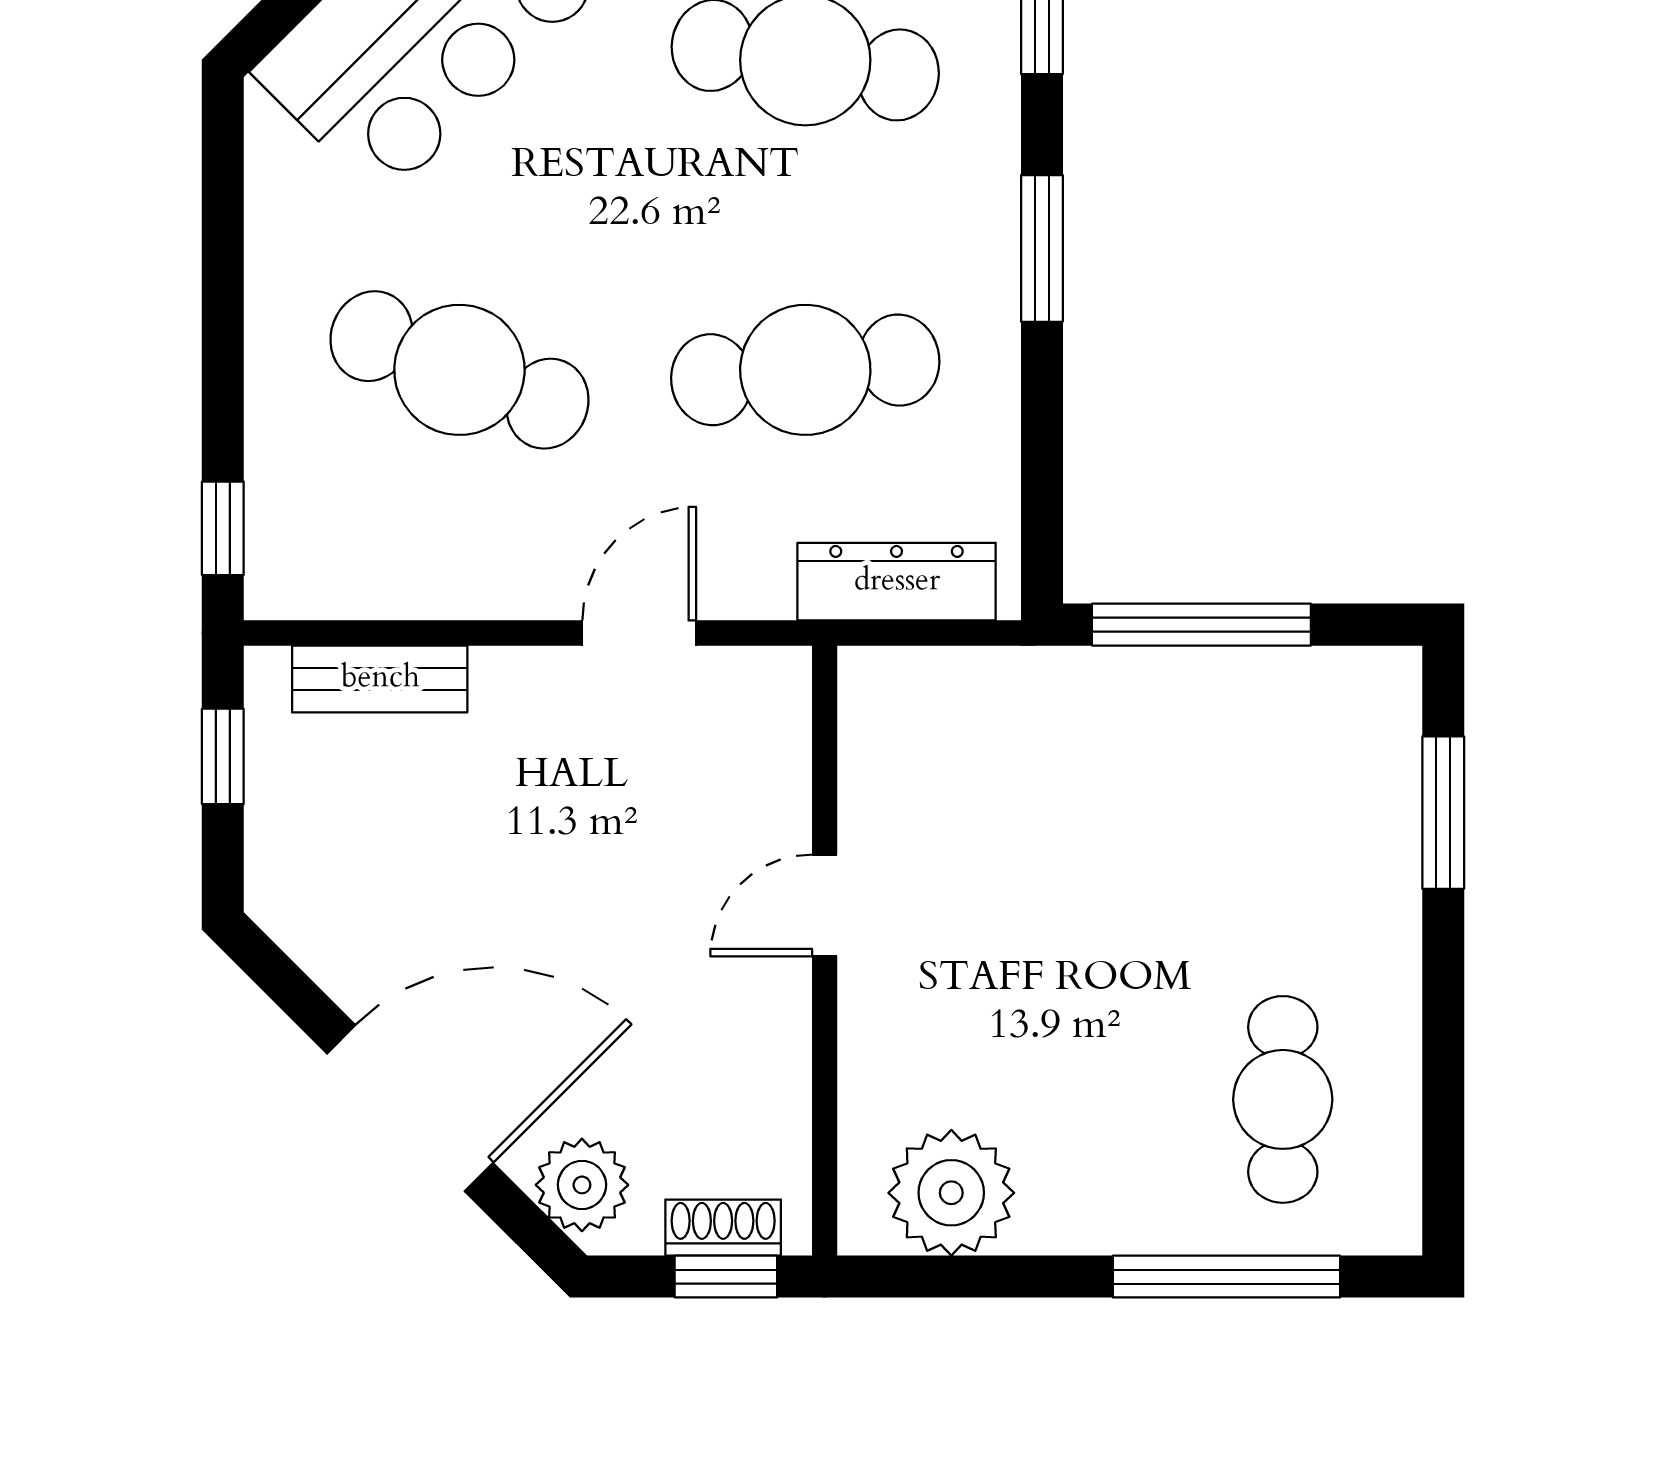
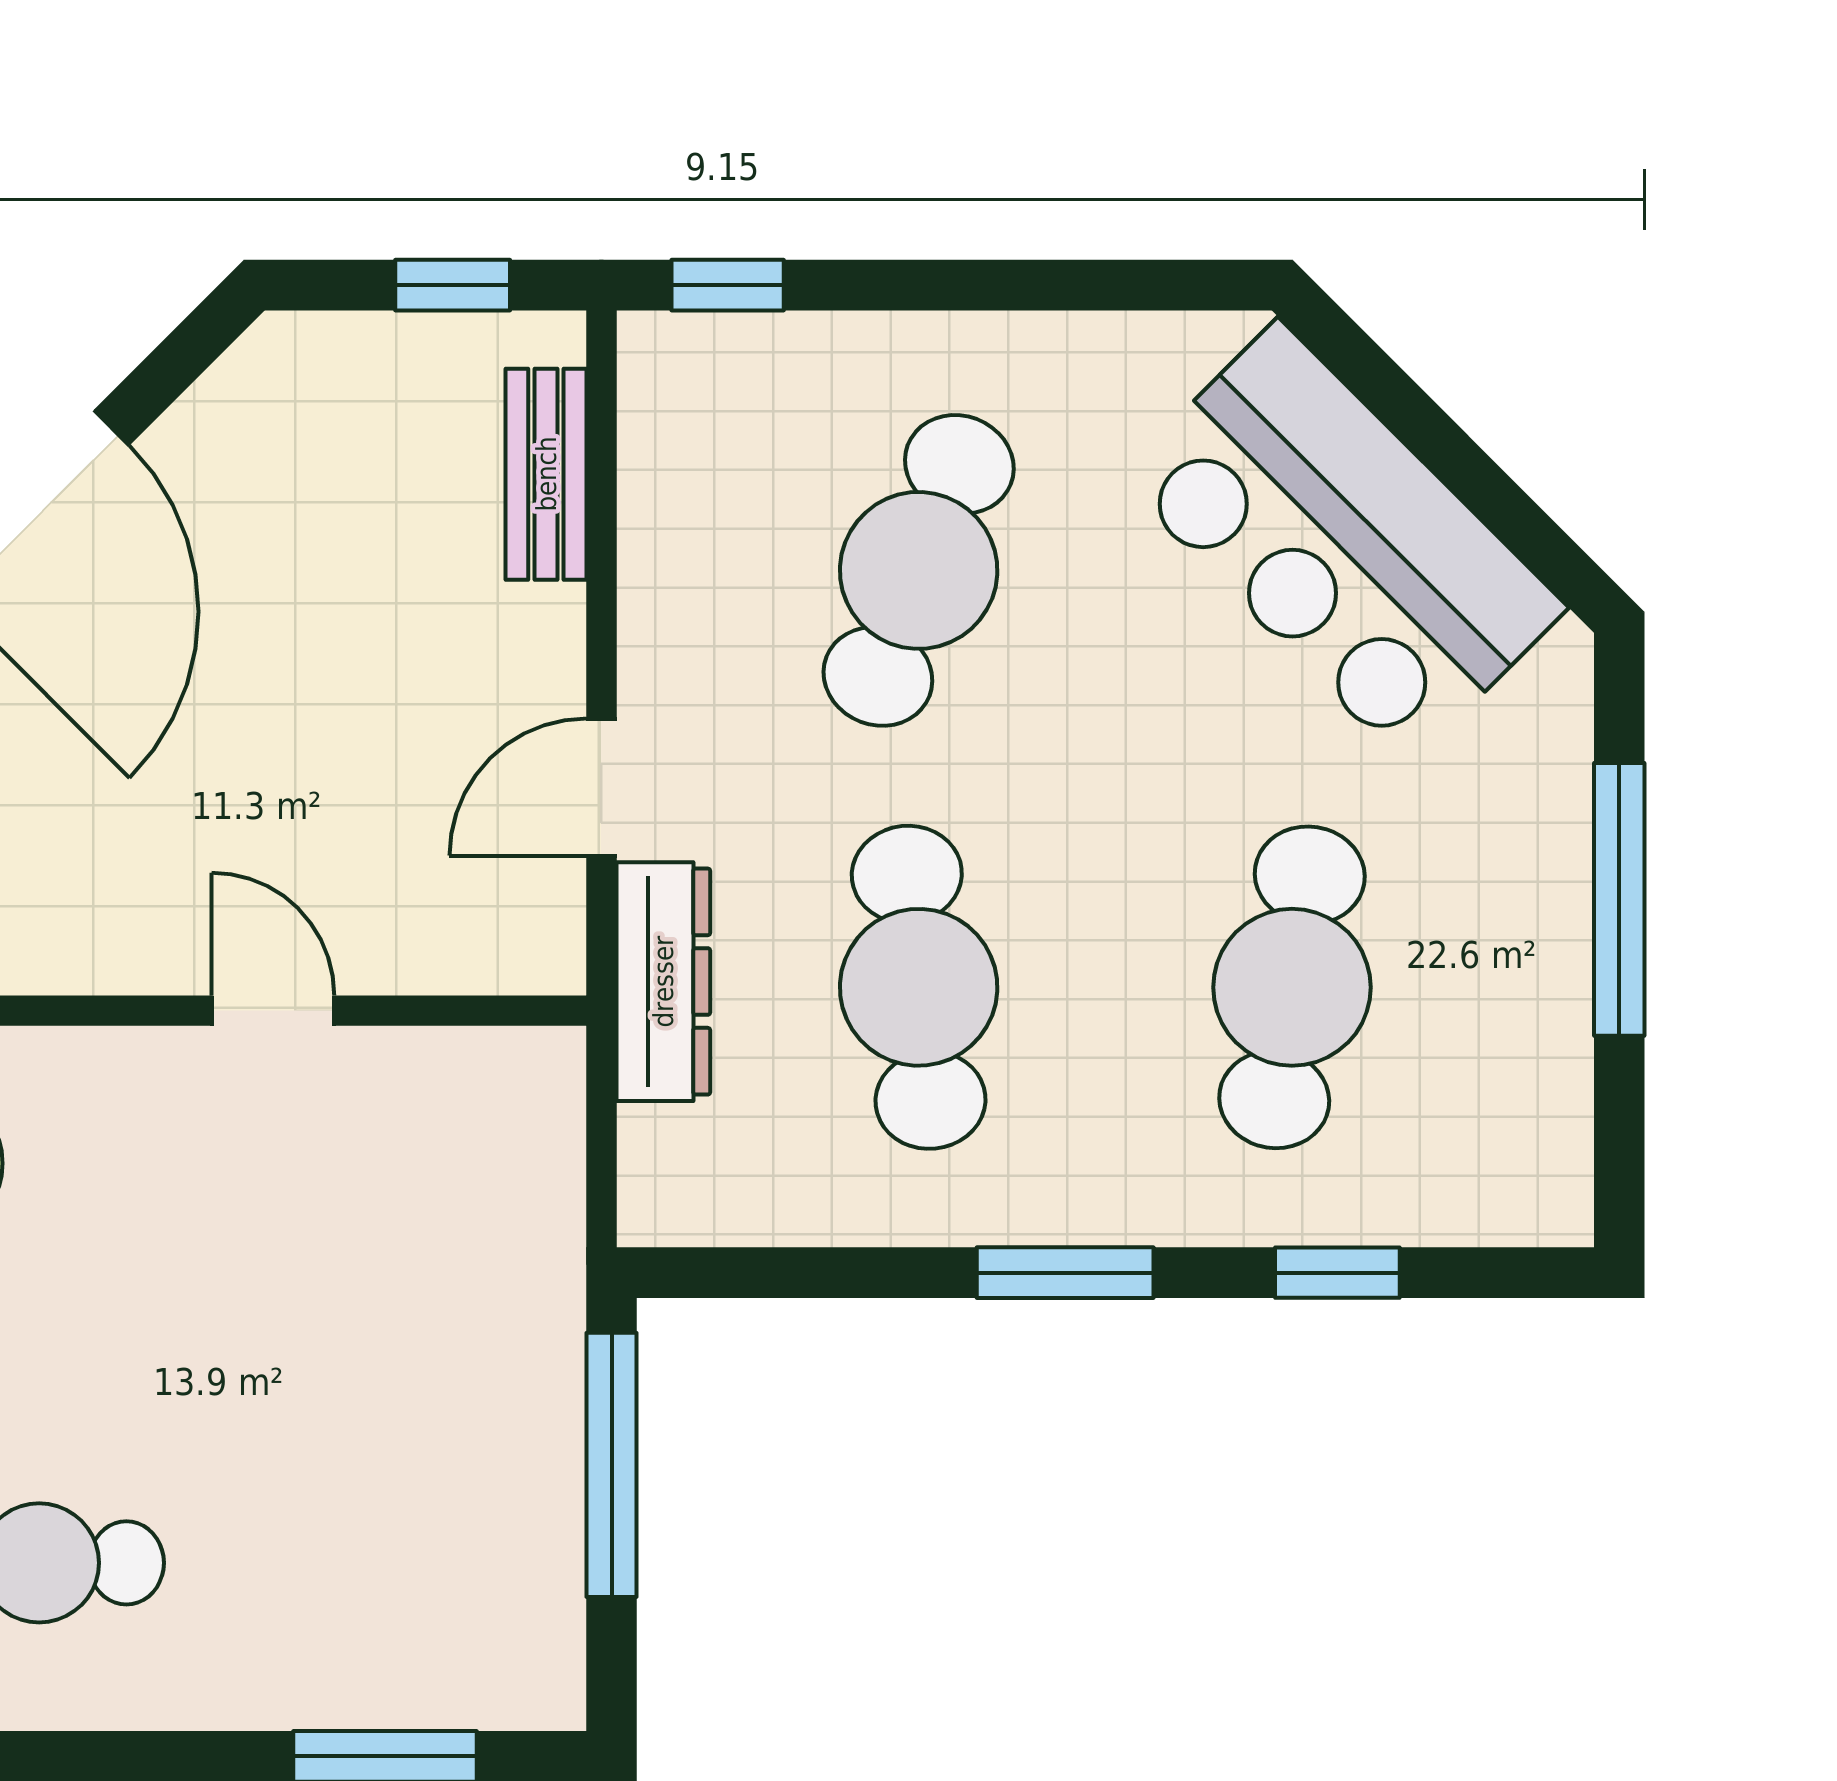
dresser: (897, 582) -> (663, 982), moved
door: (639, 633) -> (601, 787), swing flipped

